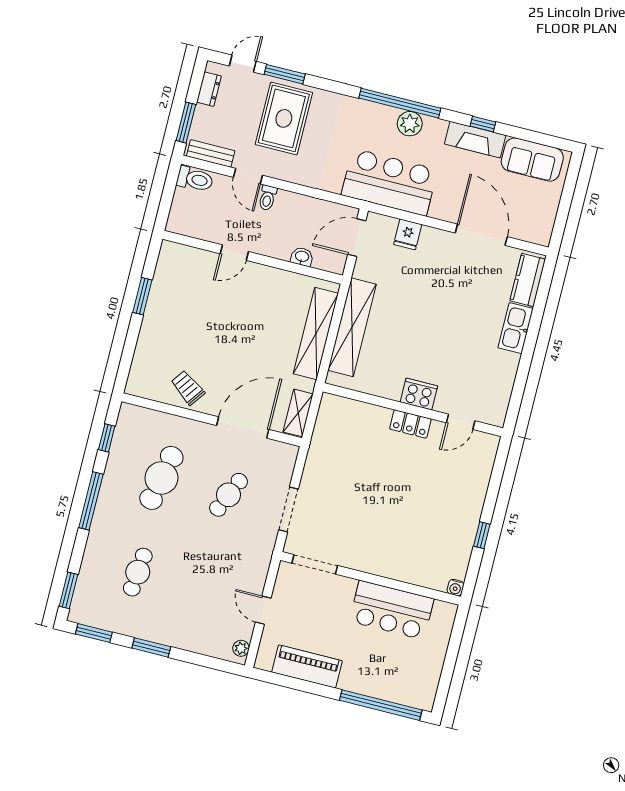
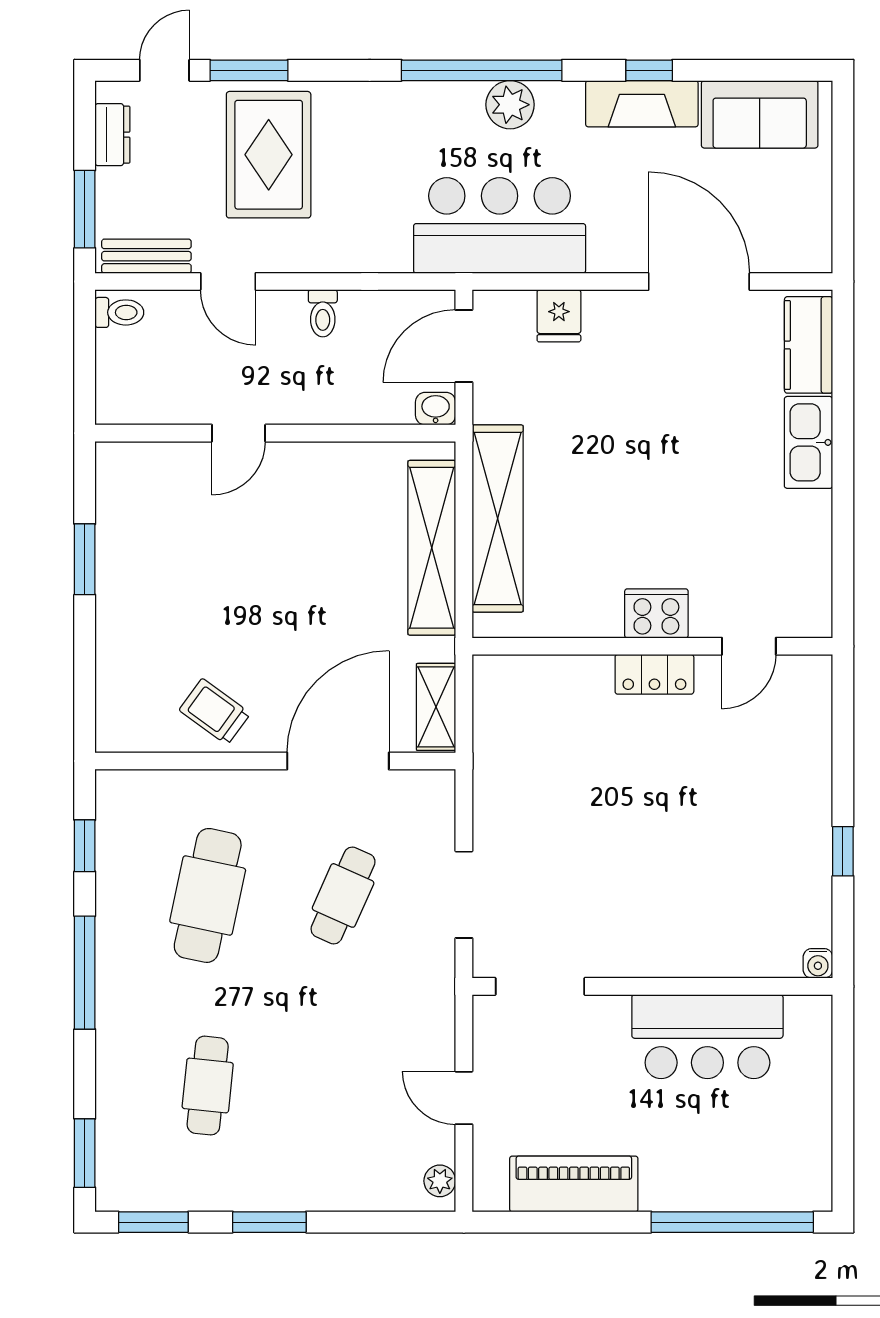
toilet: (195, 179) -> (119, 312), width x0.73, depth x0.72
toilet: (267, 198) -> (323, 313), moved
washbasin: (302, 257) -> (436, 409), moved

